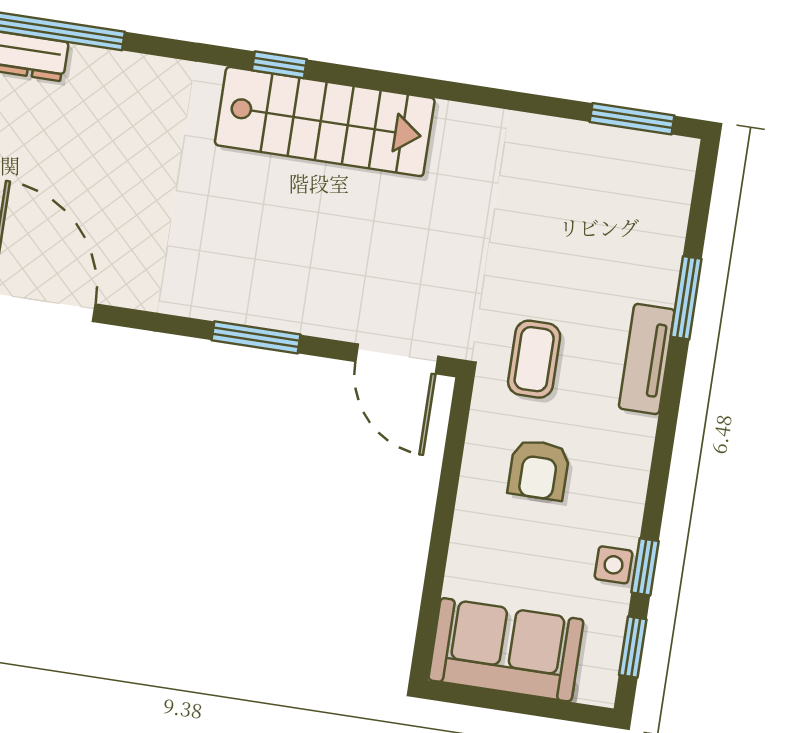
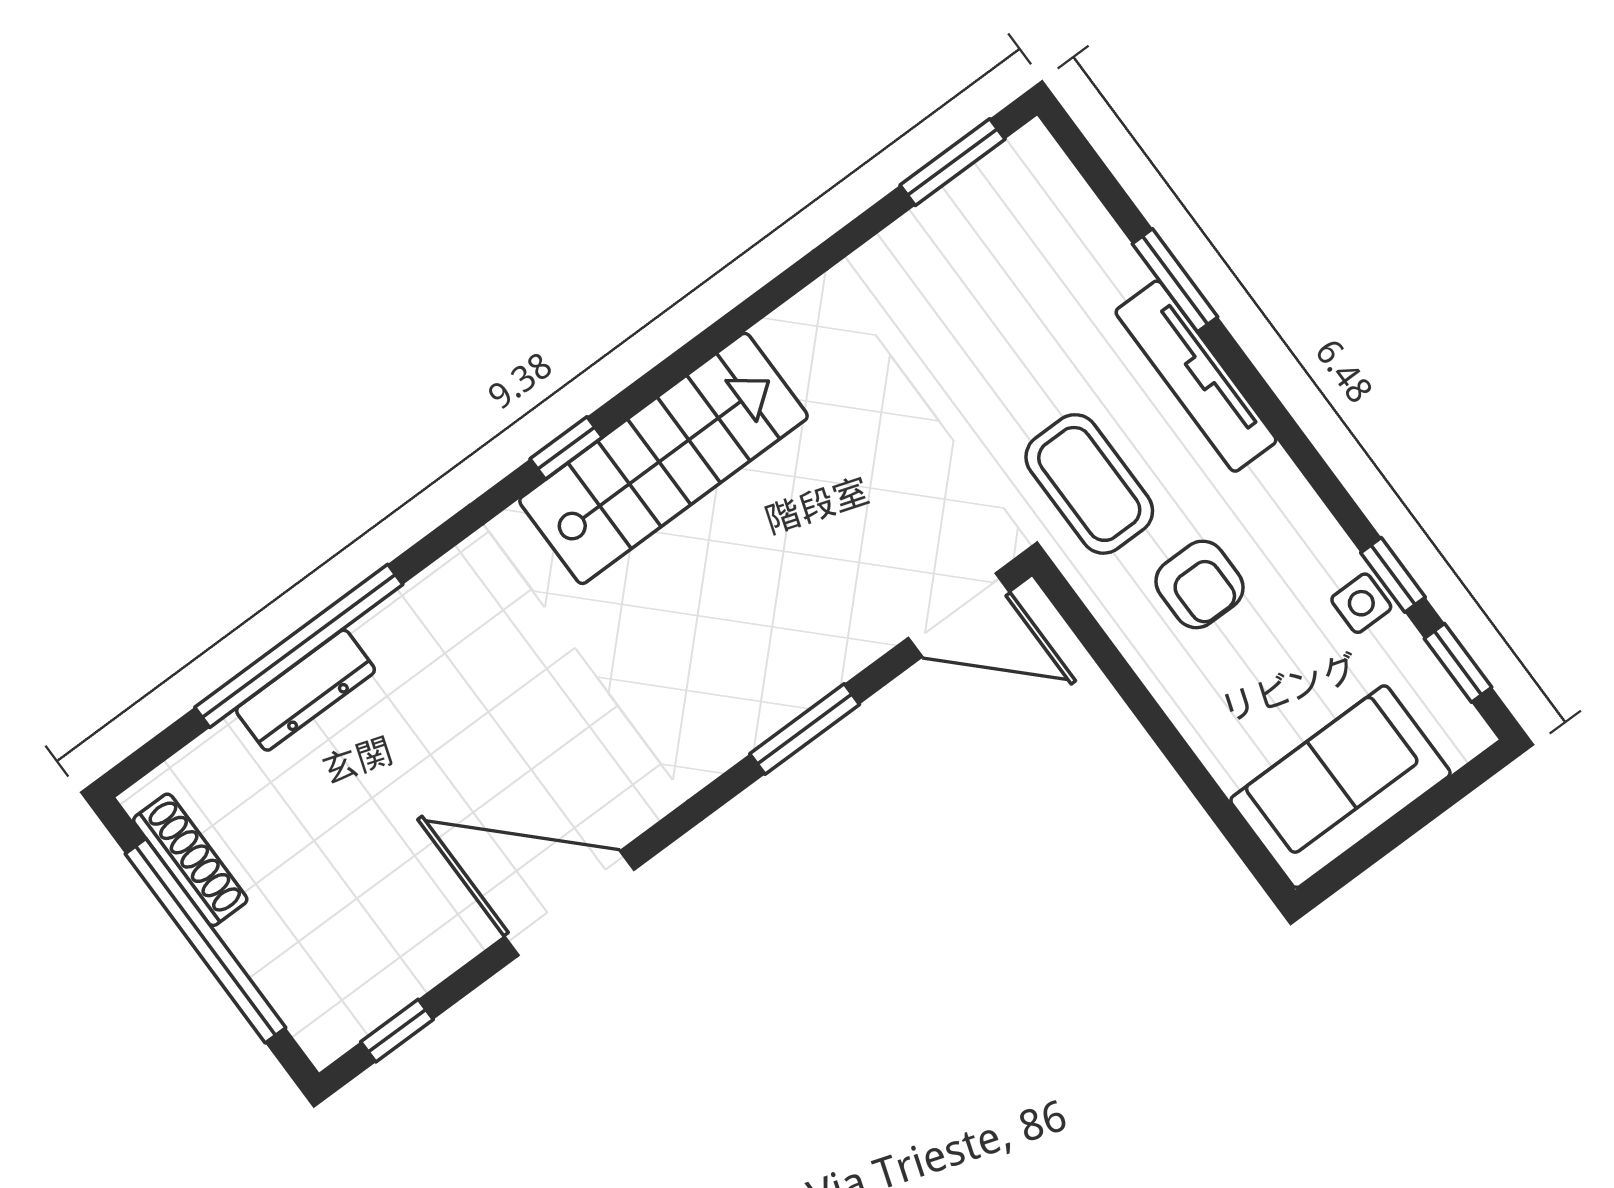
coffee table: (534, 359) -> (1089, 484), width x1.36, depth x1.30
tv unit: (647, 359) -> (1196, 376), width x1.41

